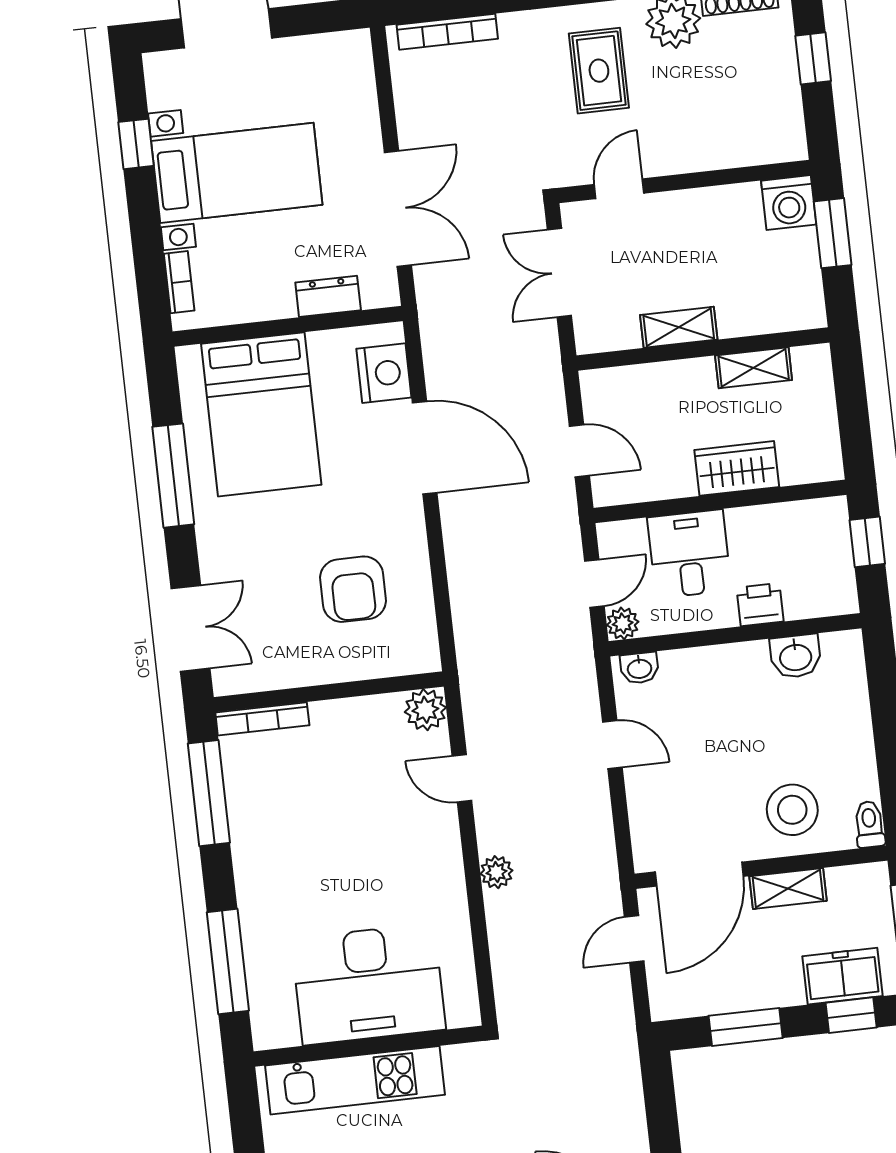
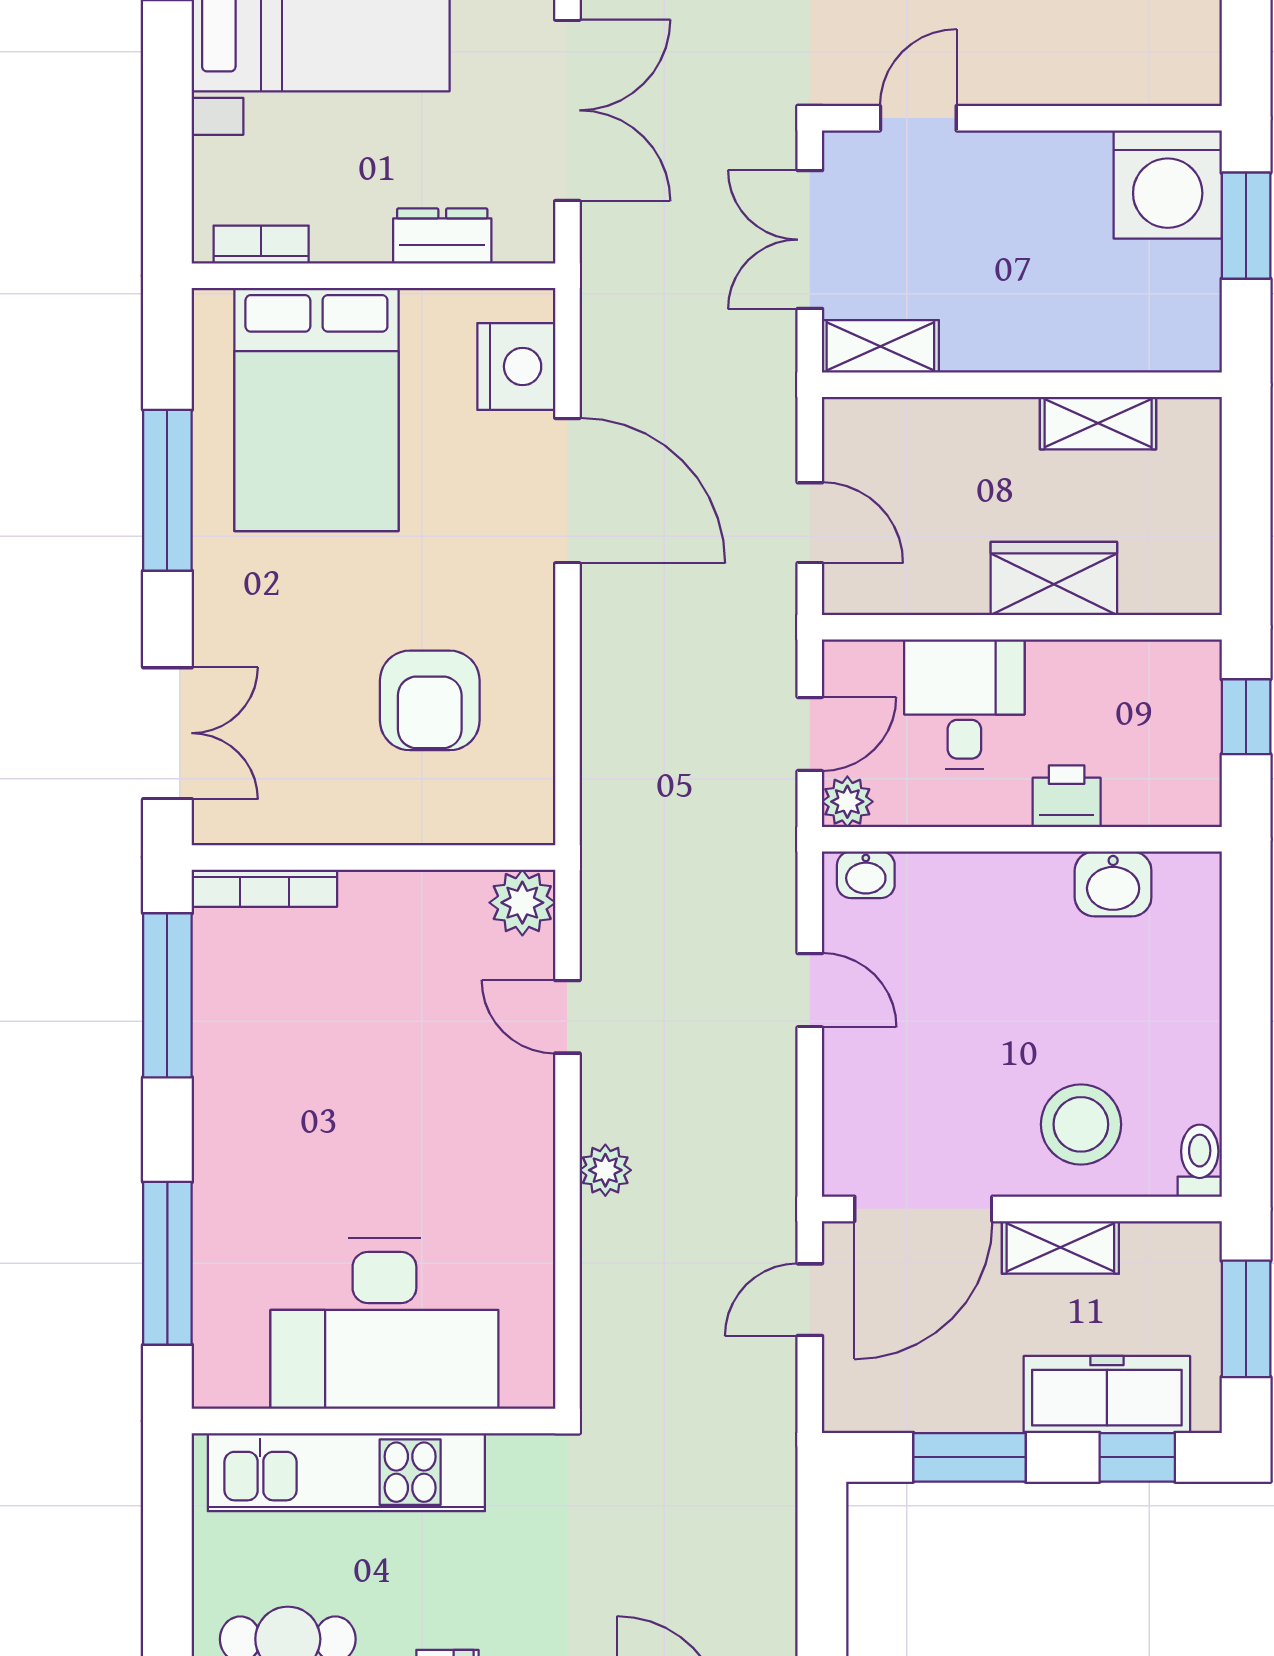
washing machine: (789, 203) -> (1168, 184), width x1.37, depth x1.37
bookcase: (179, 282) -> (261, 245), moved, turned -90
shelving: (679, 327) -> (880, 346), moved
freezer: (843, 976) -> (1107, 1395), width x1.40

